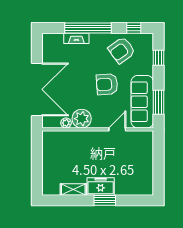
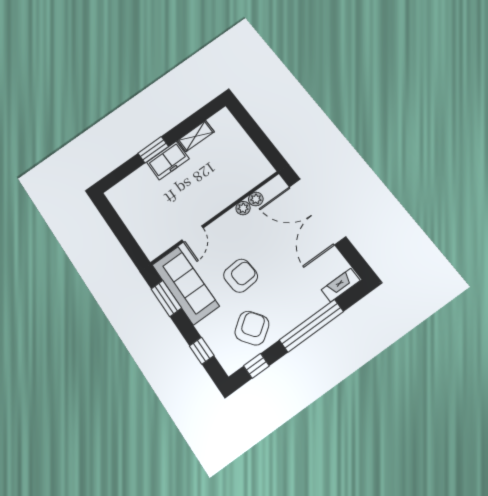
fireplace: (76, 38) -> (341, 285), moved
plant: (82, 119) -> (243, 208), width x0.53, depth x0.53

